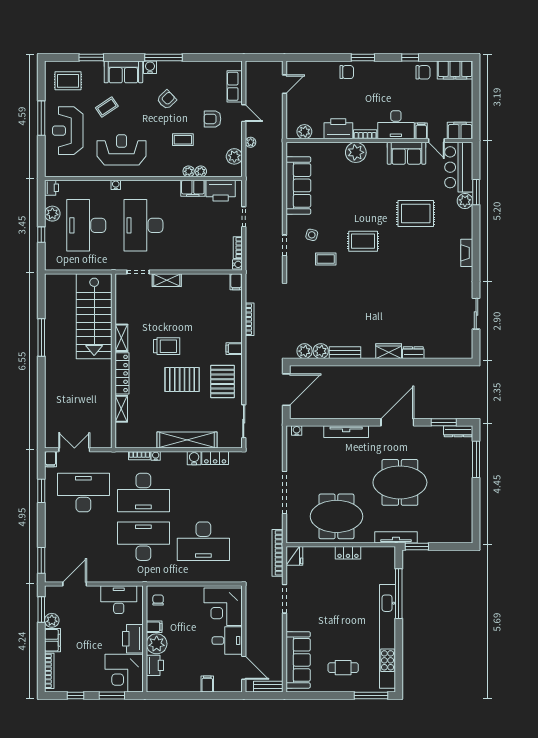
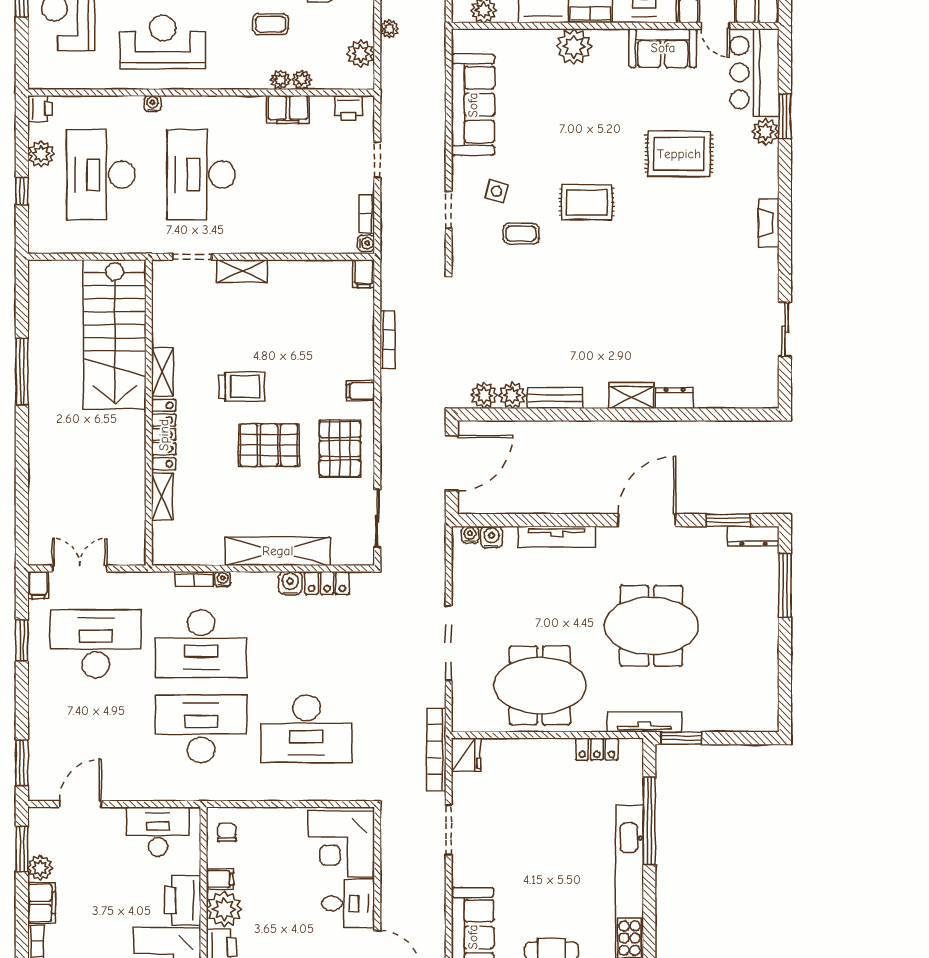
printer: (221, 191) -> (349, 108), width x0.53, depth x0.68
water cooler: (309, 432) -> (492, 537), added
locker: (348, 553) -> (597, 749), moved

